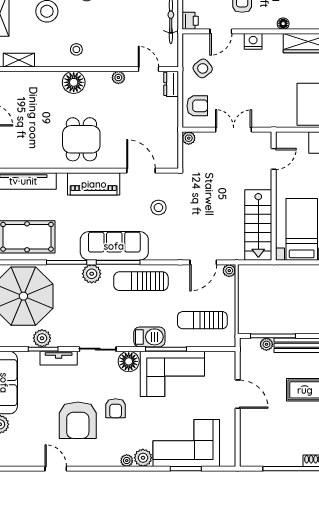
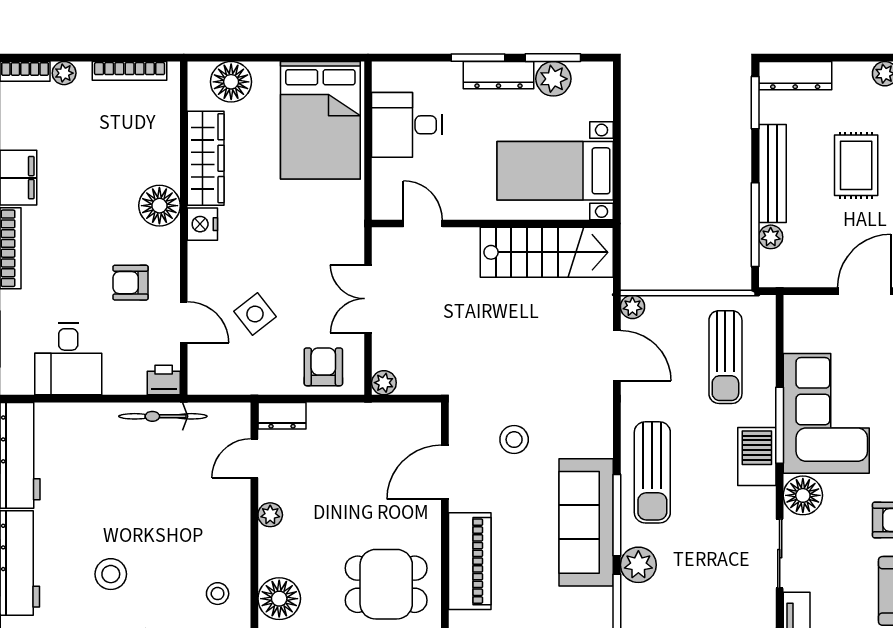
floor lamp: (283, 24) -> (159, 206), width x1.89, depth x1.89
nightstand: (253, 41) -> (202, 224), moved
side table: (203, 68) -> (255, 314), moved

